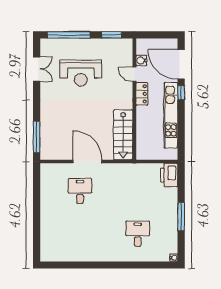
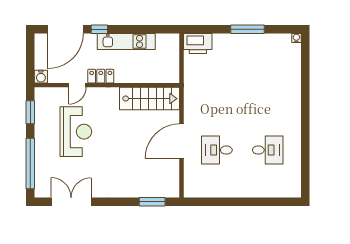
water cooler: (141, 60) -> (41, 77), moved
double door: (37, 69) -> (71, 202), width x1.37
reception desk: (81, 73) -> (76, 132), moved
kitchen unit: (171, 115) -> (126, 41), width x0.73
window: (37, 137) -> (152, 202), width x0.69
desk: (138, 234) -> (268, 150), moved, turned 180

